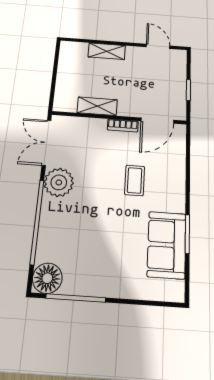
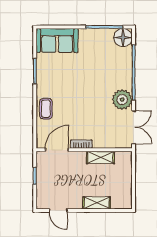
coffee table: (135, 180) -> (46, 109), moved
sofa: (167, 245) -> (57, 40), moved, turned 90

